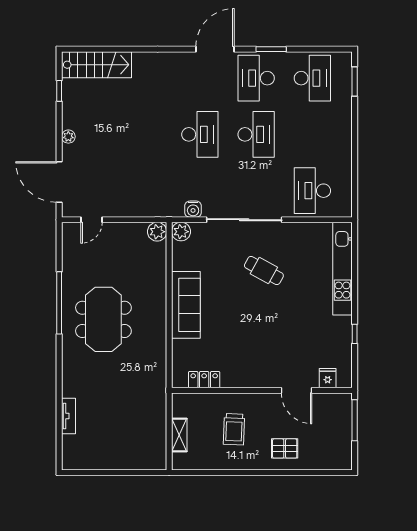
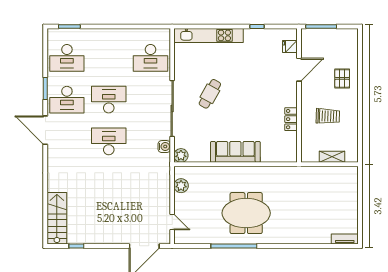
desk: (312, 78) -> (67, 58), turned 180
plant: (68, 137) -> (110, 239), removed
plant: (157, 232) -> (181, 186), moved
locker: (204, 380) -> (291, 119), moved
tv unit: (68, 416) -> (345, 239), moved

